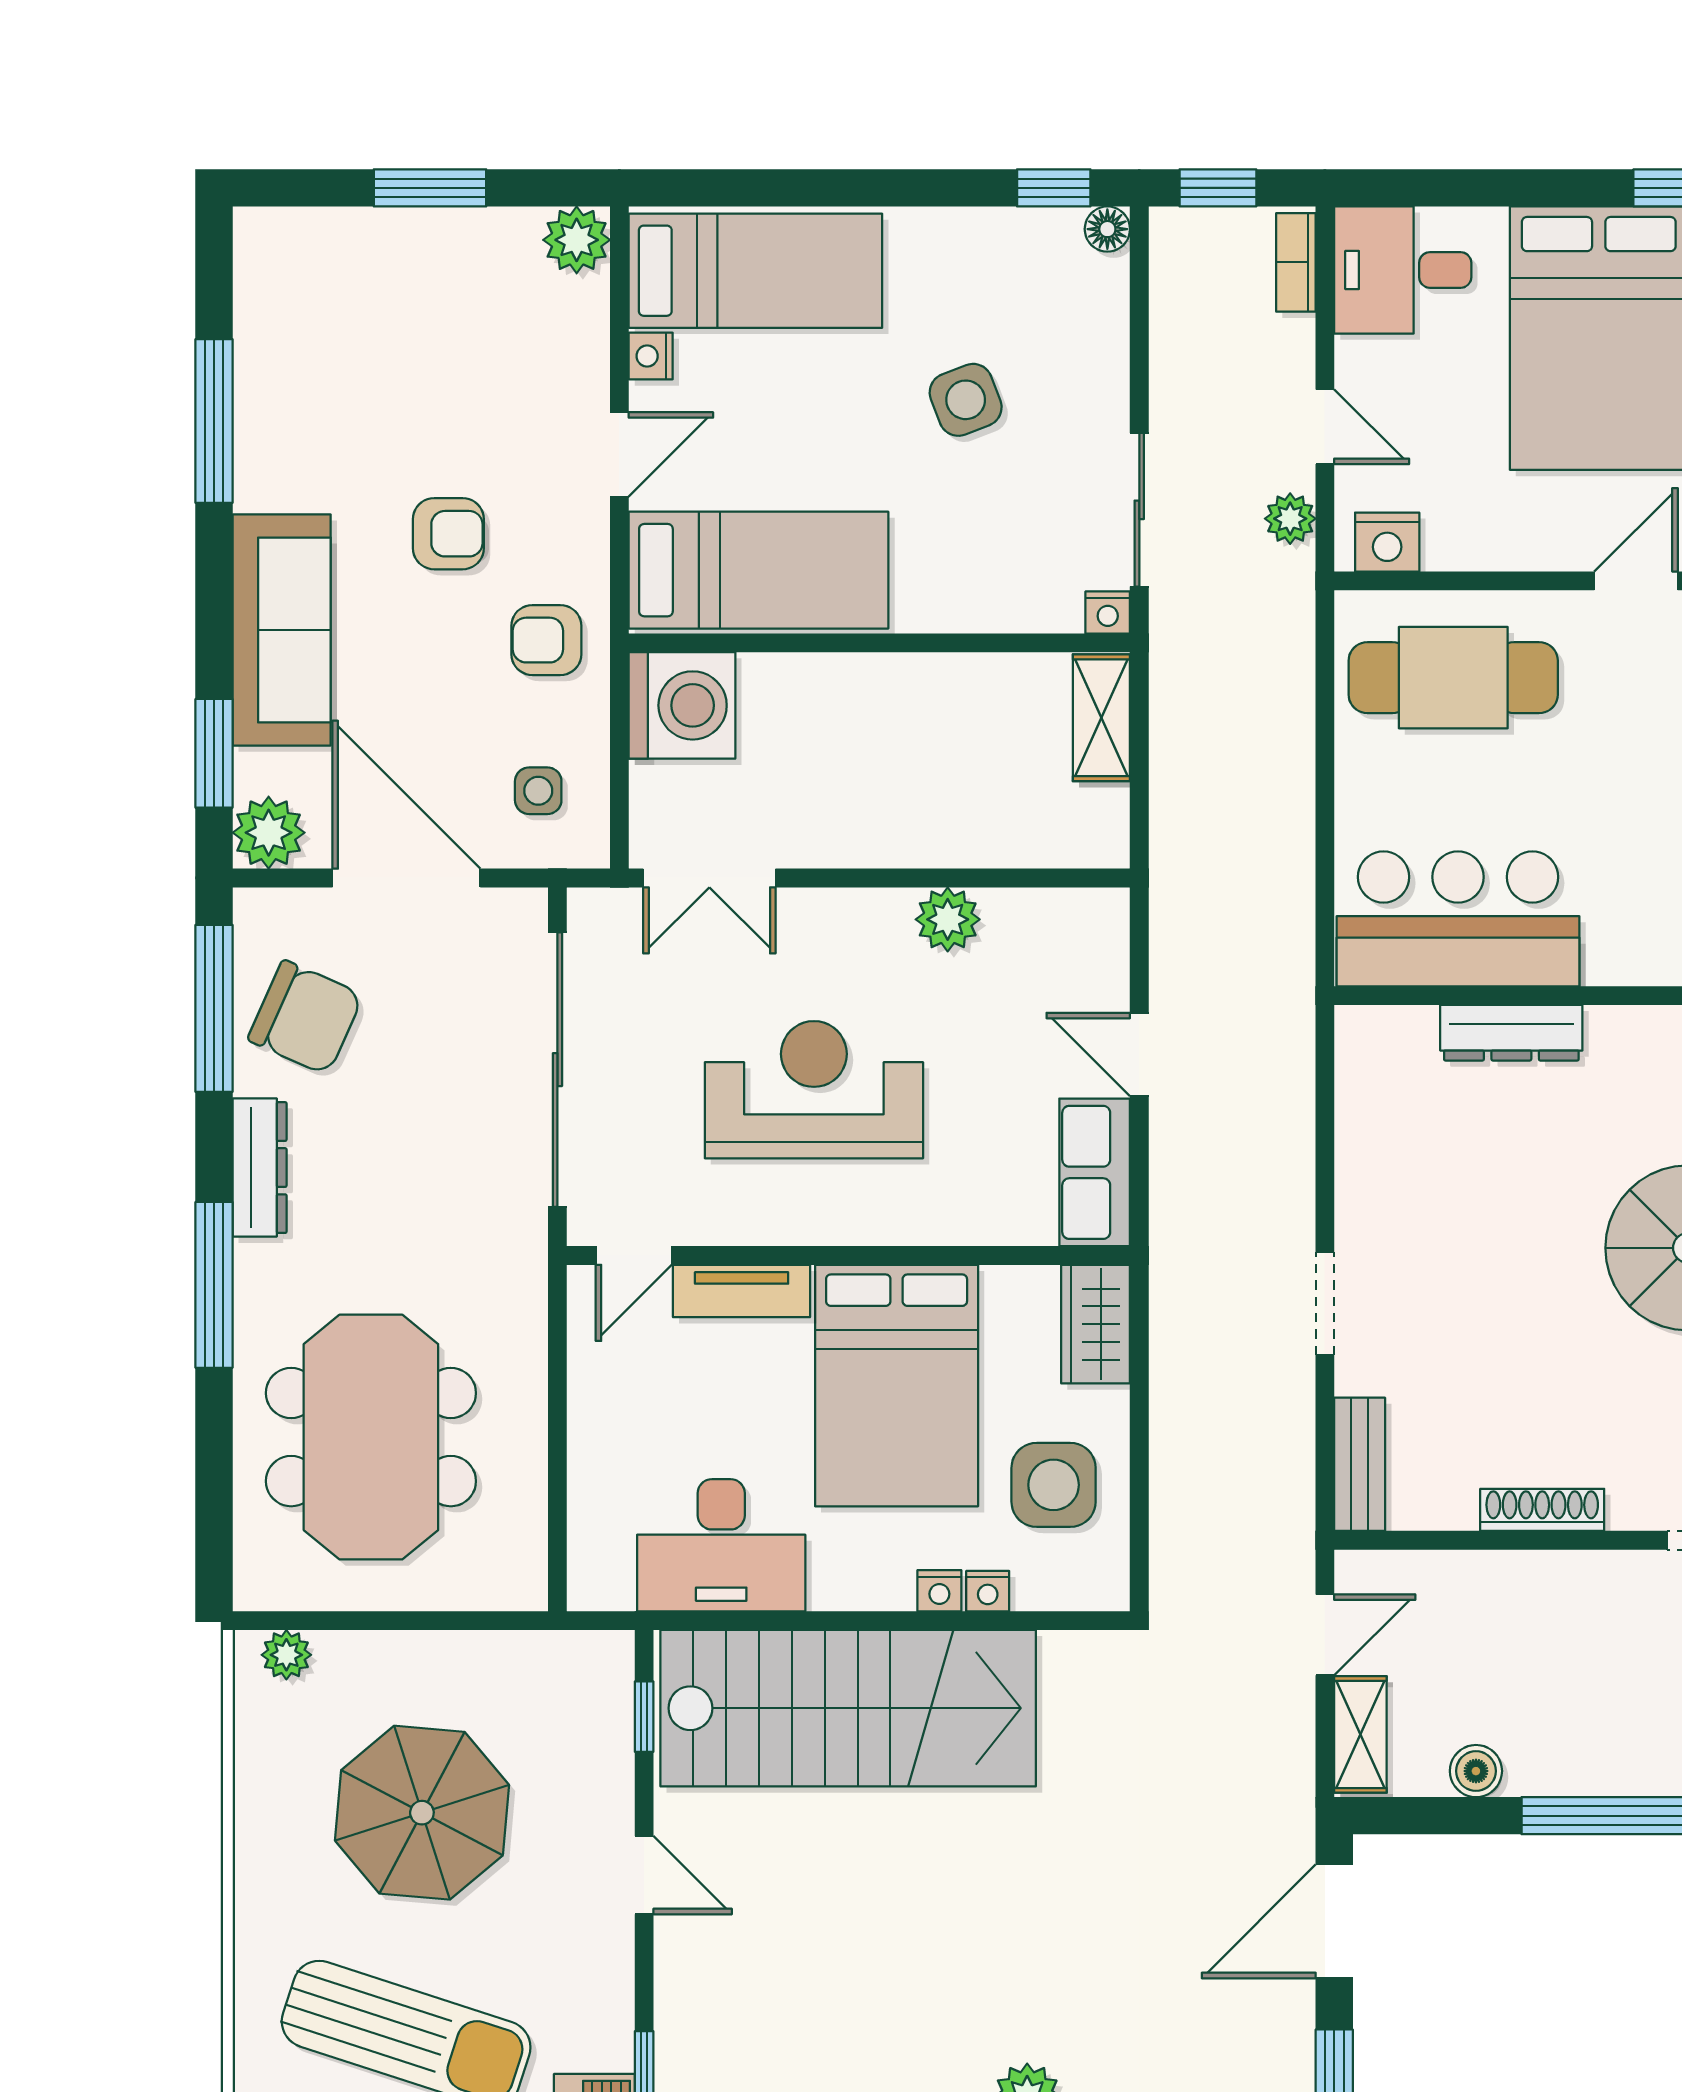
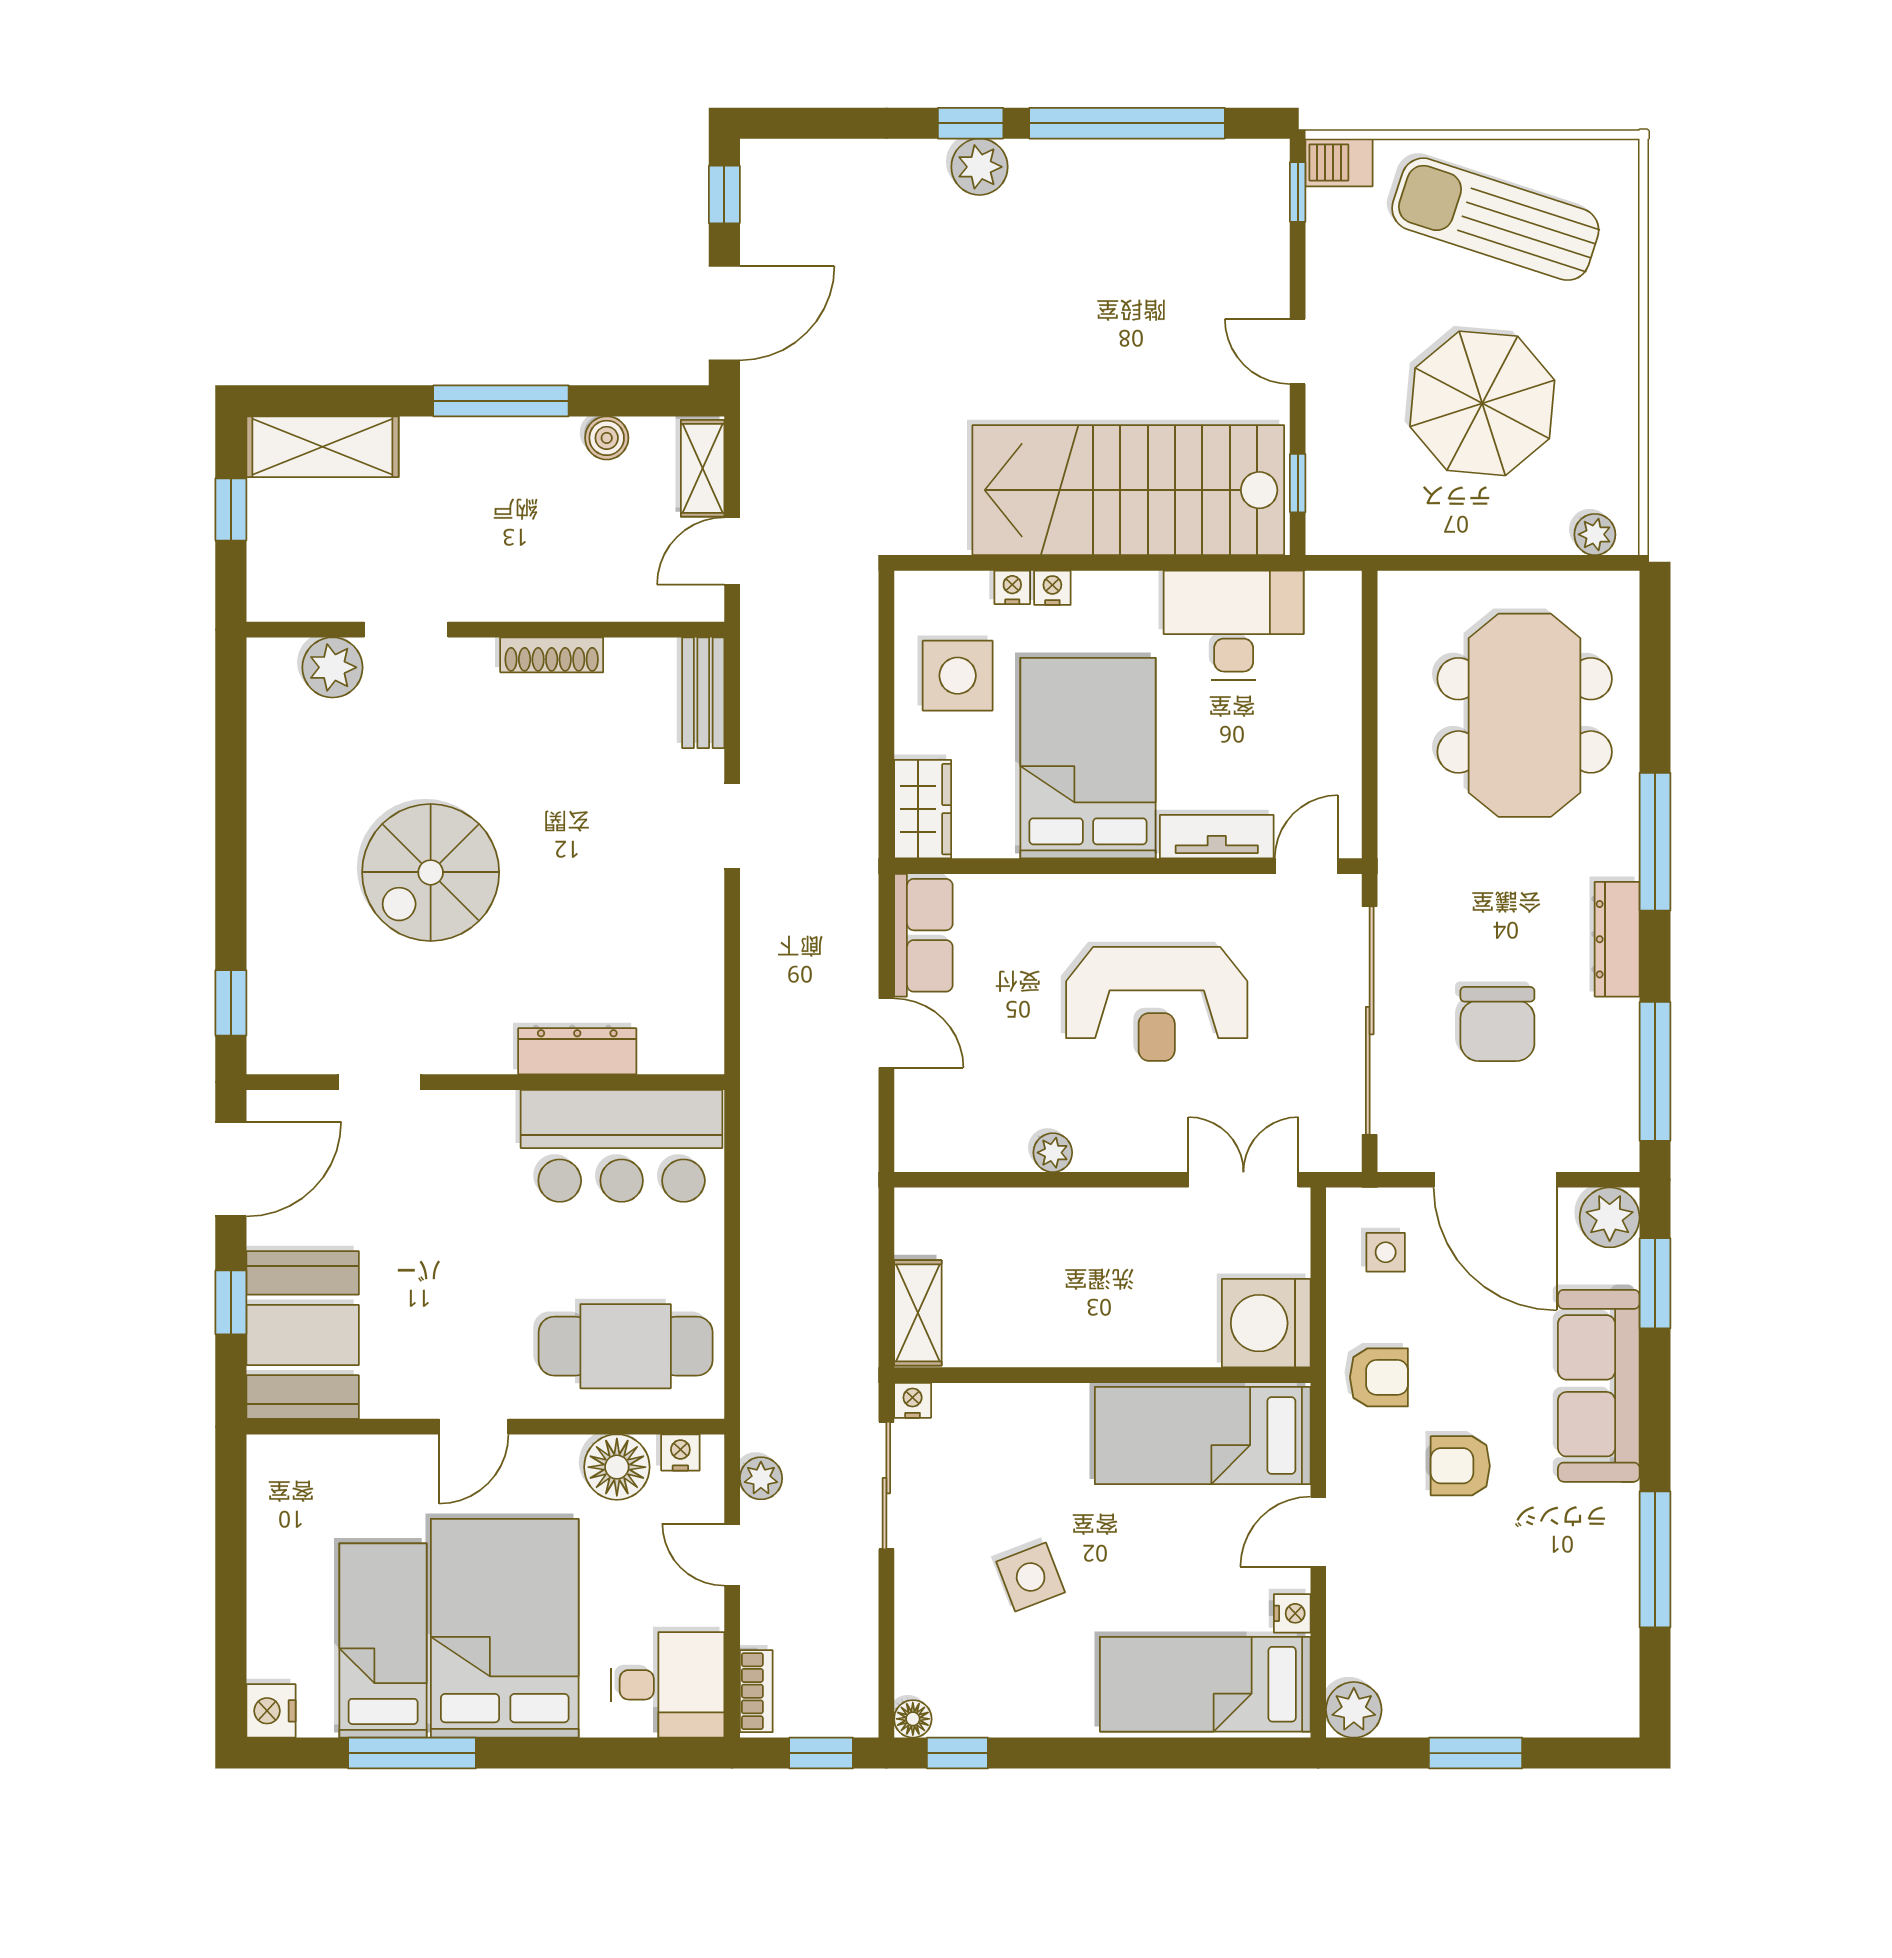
floor lamp: (1464, 532) -> (617, 1467), added
nightstand: (1387, 542) -> (680, 1452), width x0.72, depth x0.74
plant: (948, 919) -> (1053, 1153), width x0.73, depth x0.73
chair: (305, 1017) -> (1497, 1024), moved, turned -114

